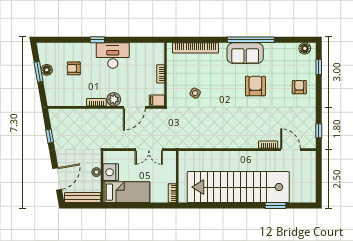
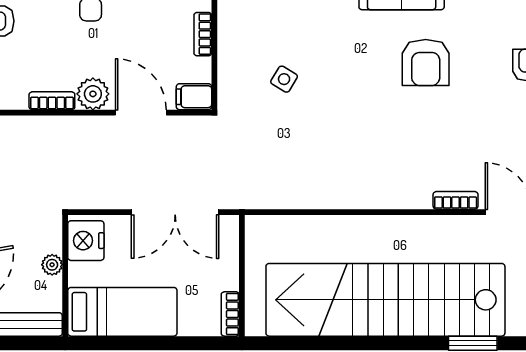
armchair: (255, 86) -> (426, 62), turned 180
door: (134, 107) -> (141, 113), swing flipped
double door: (149, 150) -> (175, 212), width x1.37
nightstand: (111, 172) -> (86, 241), moved

